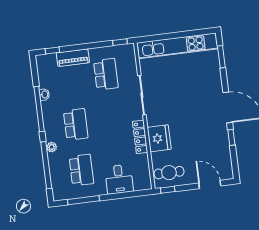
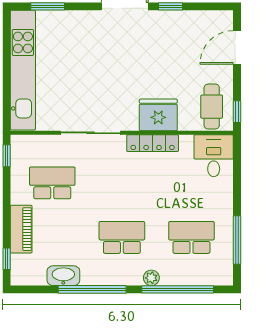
washbasin: (44, 94) -> (63, 276), width x1.91, depth x1.45
desk: (119, 179) -> (214, 156), moved, turned -90

